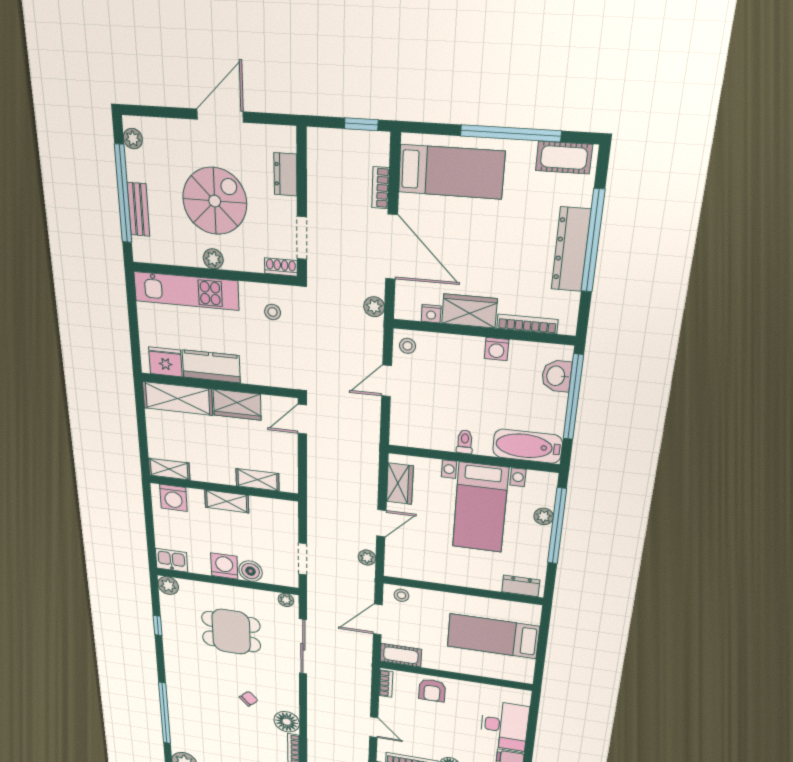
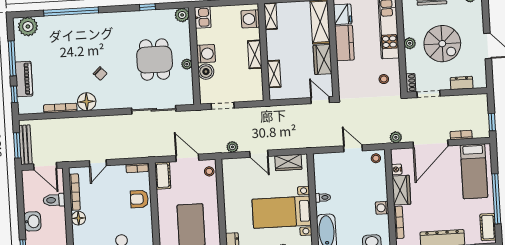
plant: (286, 600) -> (187, 64), moved

